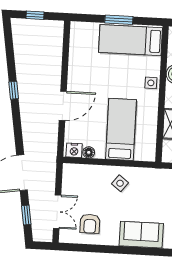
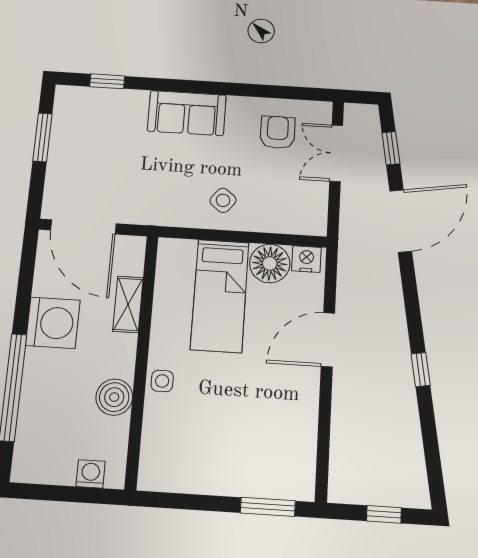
window: (119, 20) -> (268, 507), moved
bed: (131, 40) -> (199, 464), removed
floor lamp: (89, 152) -> (270, 264), width x1.89, depth x1.89

